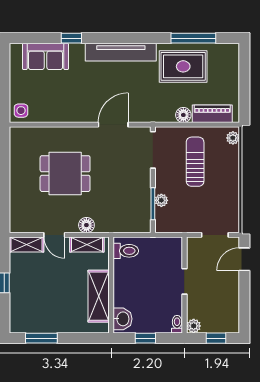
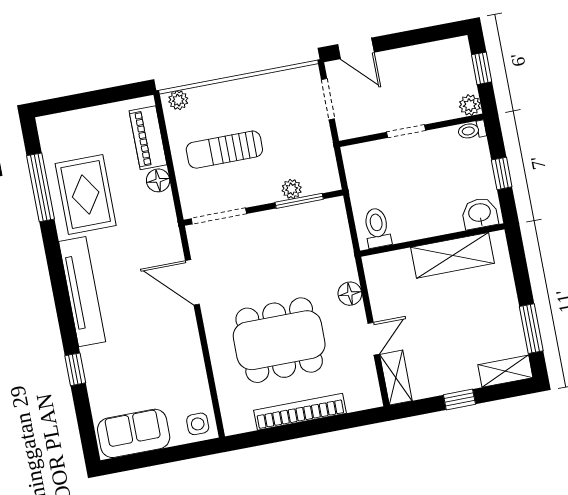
sofa: (46, 56) -> (134, 433), moved, turned -90
dining table: (65, 174) -> (279, 340), width x1.37
bookcase: (16, 178) -> (300, 412), added
shelving: (87, 244) -> (505, 371), moved, turned 90

